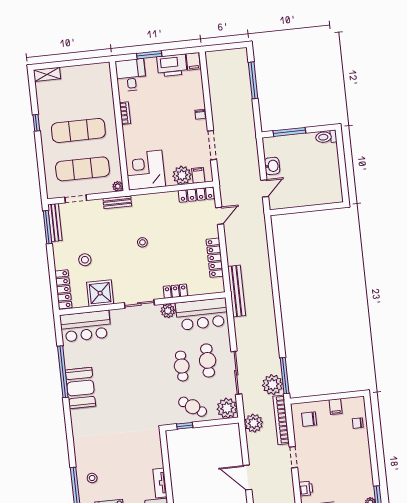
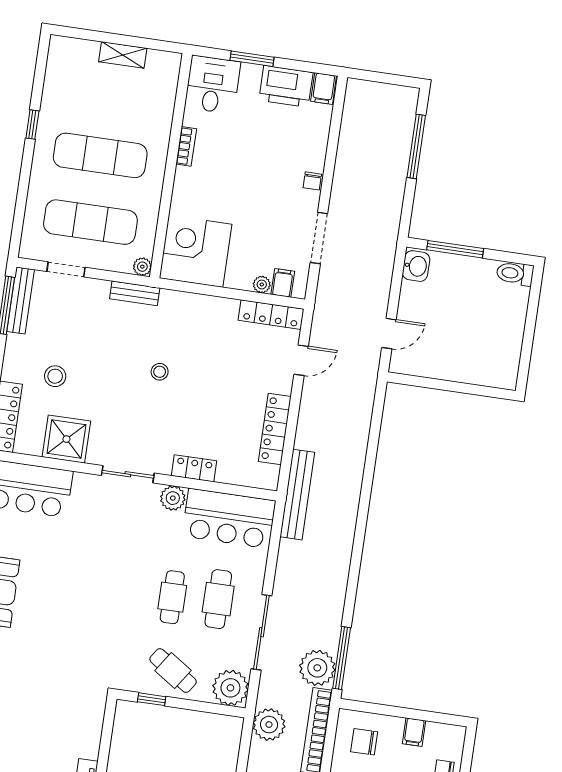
shelving: (47, 74) -> (123, 55), moved
washbasin: (272, 166) -> (416, 266), moved
plant: (182, 175) -> (262, 284), width x0.53, depth x0.53

